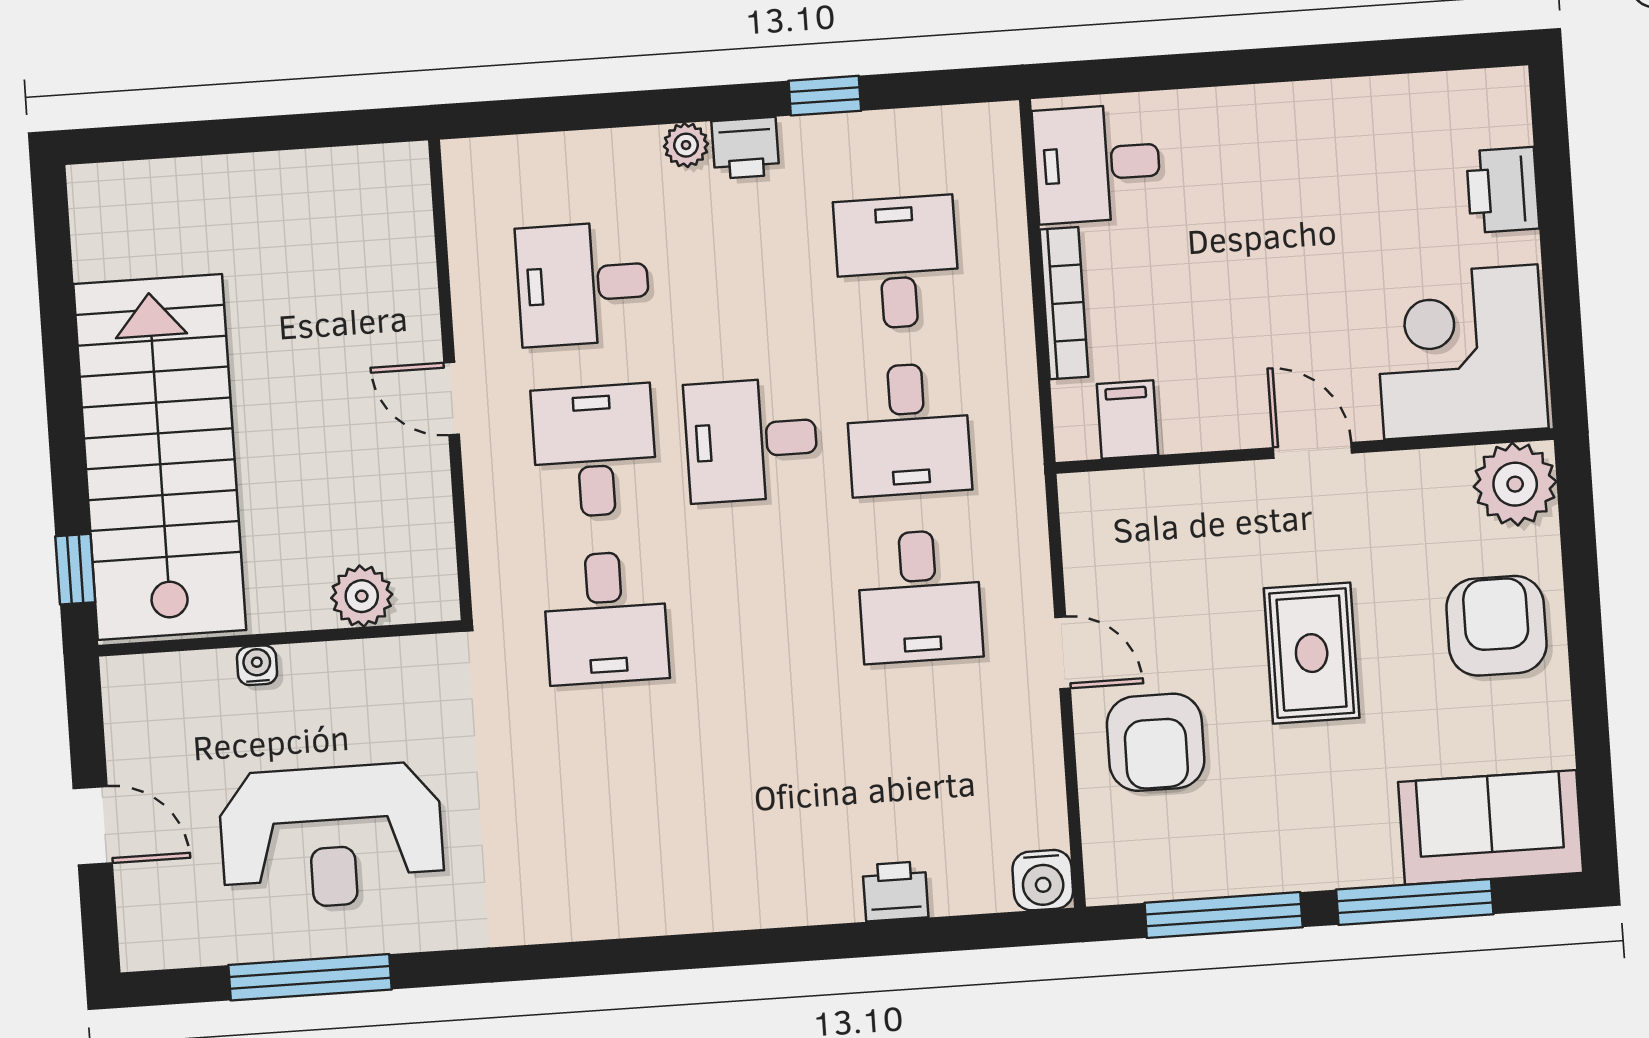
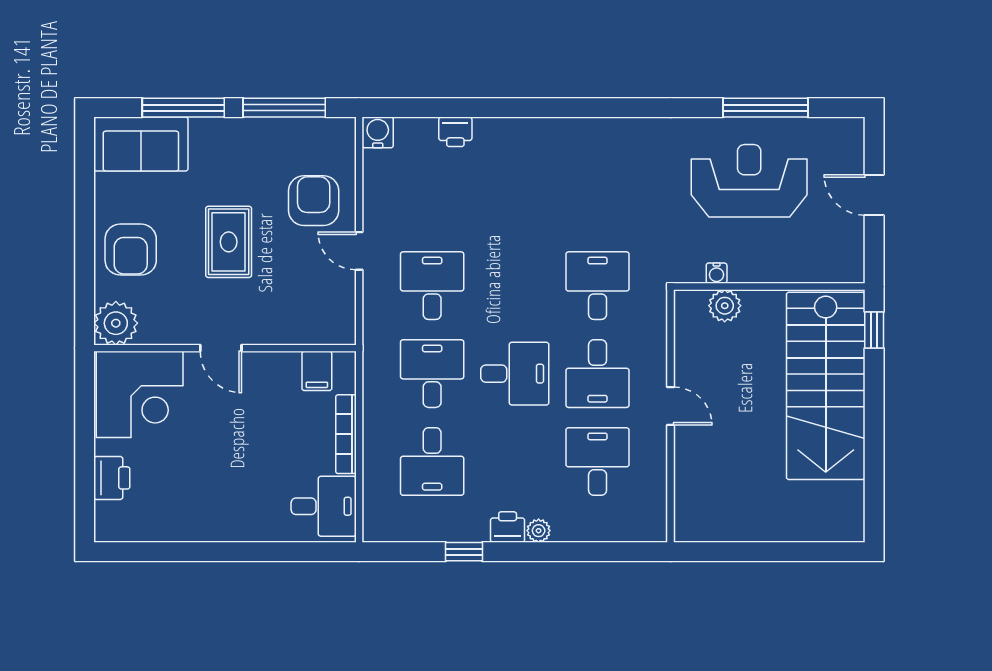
desk: (583, 284) -> (598, 462), turned -90
water cooler: (257, 665) -> (717, 273), moved

